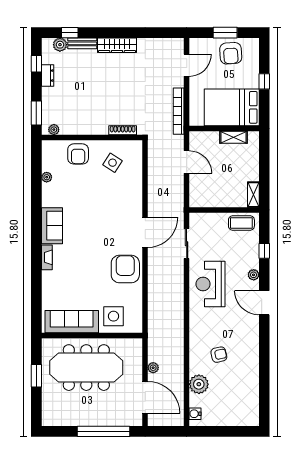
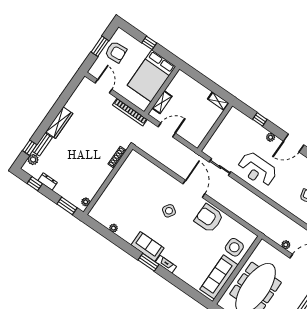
shelving: (234, 137) -> (162, 102), moved
armchair: (78, 154) -> (112, 197), removed
side table: (113, 163) -> (169, 211), moved
coffee table: (241, 223) -> (231, 122), removed
window: (36, 238) -> (149, 262), added

